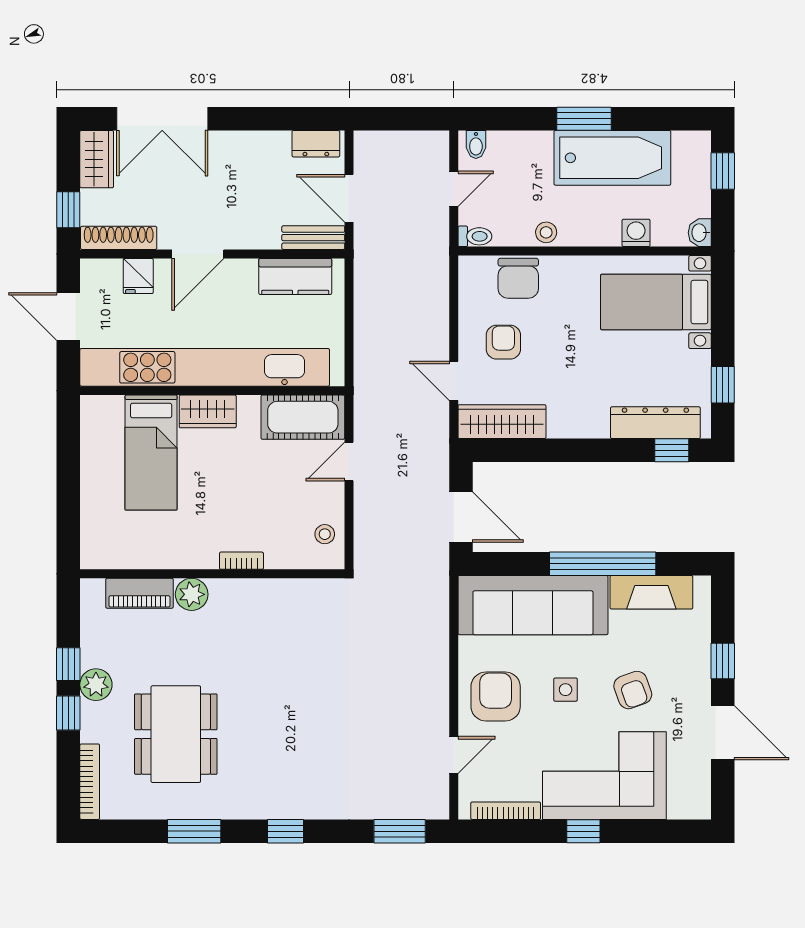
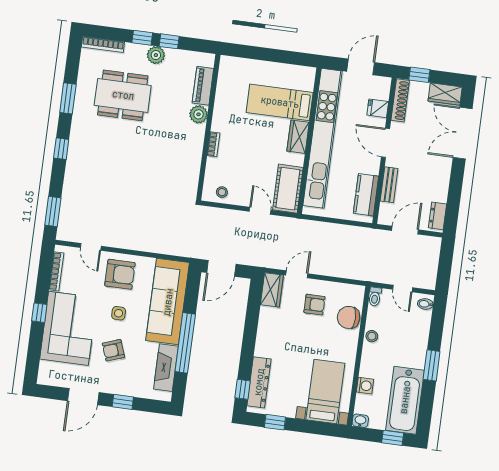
bathtub: (612, 158) -> (405, 400), moved
bench: (313, 238) -> (389, 185), moved
wardrobe: (502, 422) -> (272, 290), width x0.67

